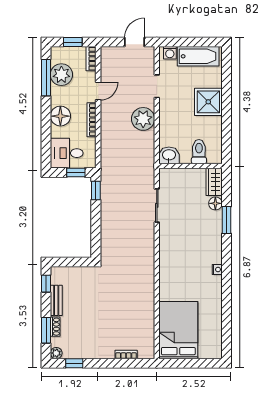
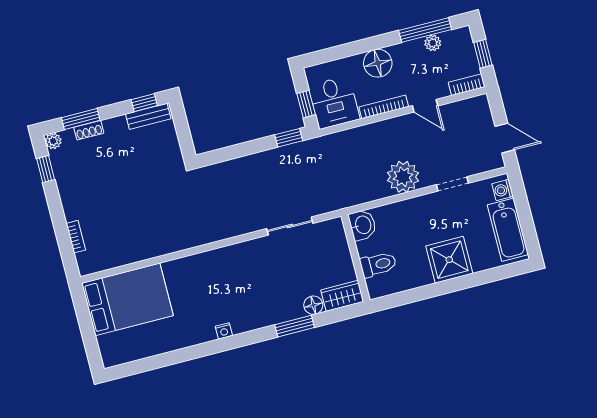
plant: (61, 75) -> (433, 43), width x0.53, depth x0.53
desk: (67, 153) -> (334, 102), moved, turned 180
bench: (56, 300) -> (148, 116), moved

